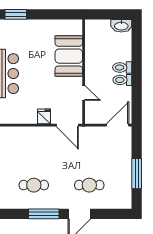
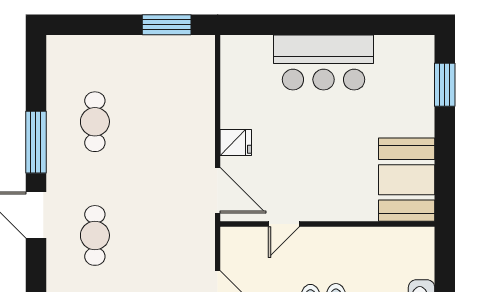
booth: (69, 56) -> (407, 180), moved, turned 90
door: (67, 125) -> (218, 190), swing flipped

